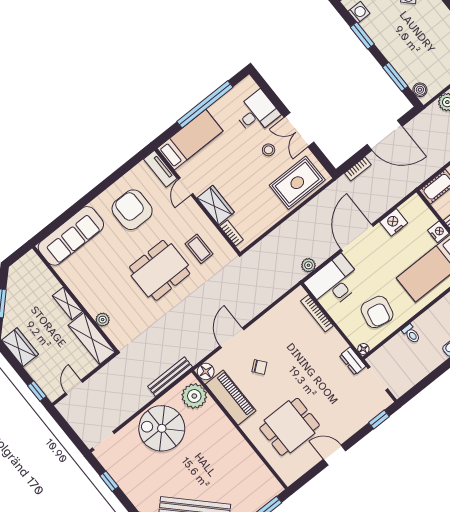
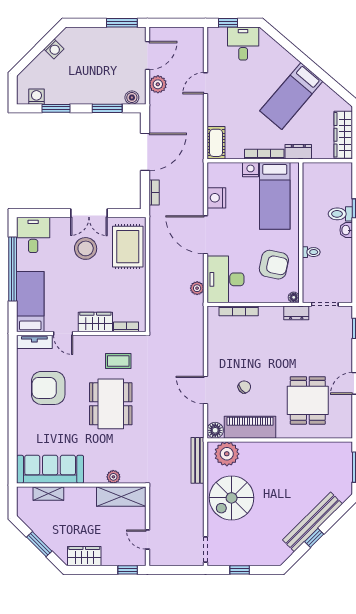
desk: (257, 113) -> (33, 235), moved
stool: (269, 150) -> (86, 248), width x1.89, depth x1.89
sofa: (71, 236) -> (50, 469), moved, turned -90
shelving: (68, 304) -> (48, 494), moved

